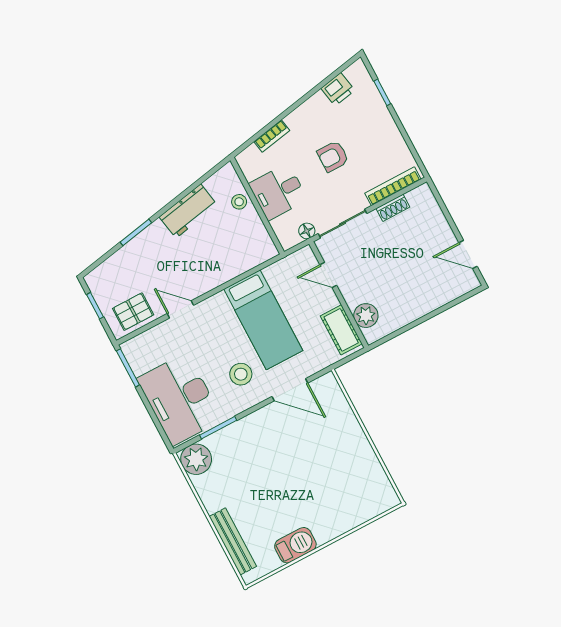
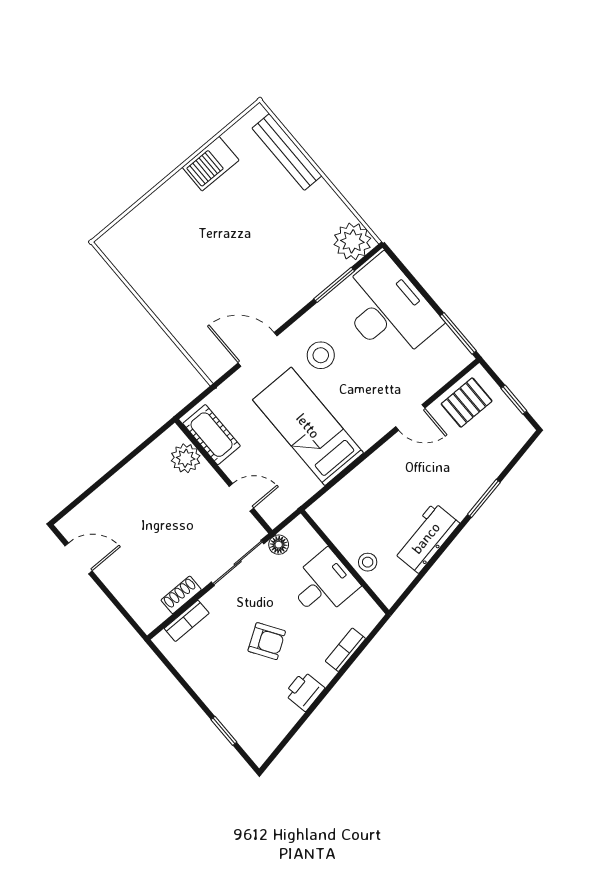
printer: (338, 89) -> (304, 691), moved
armchair: (333, 156) -> (267, 641), turned 57
bookcase: (393, 186) -> (187, 621), width x0.64

